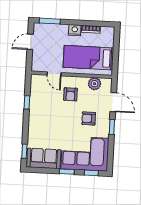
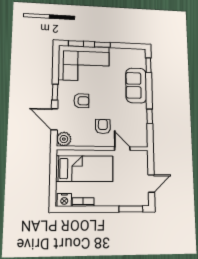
nightstand: (75, 30) -> (64, 200), moved
plant: (95, 84) -> (64, 139), moved
sofa: (44, 158) -> (136, 85), moved, turned 90

